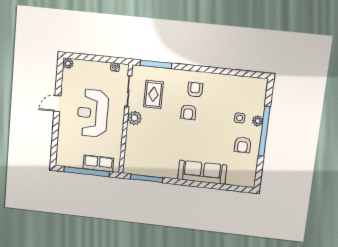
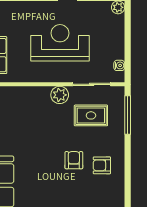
armchair: (195, 90) -> (102, 165), turned 180
armchair: (188, 112) -> (74, 160), turned 90

